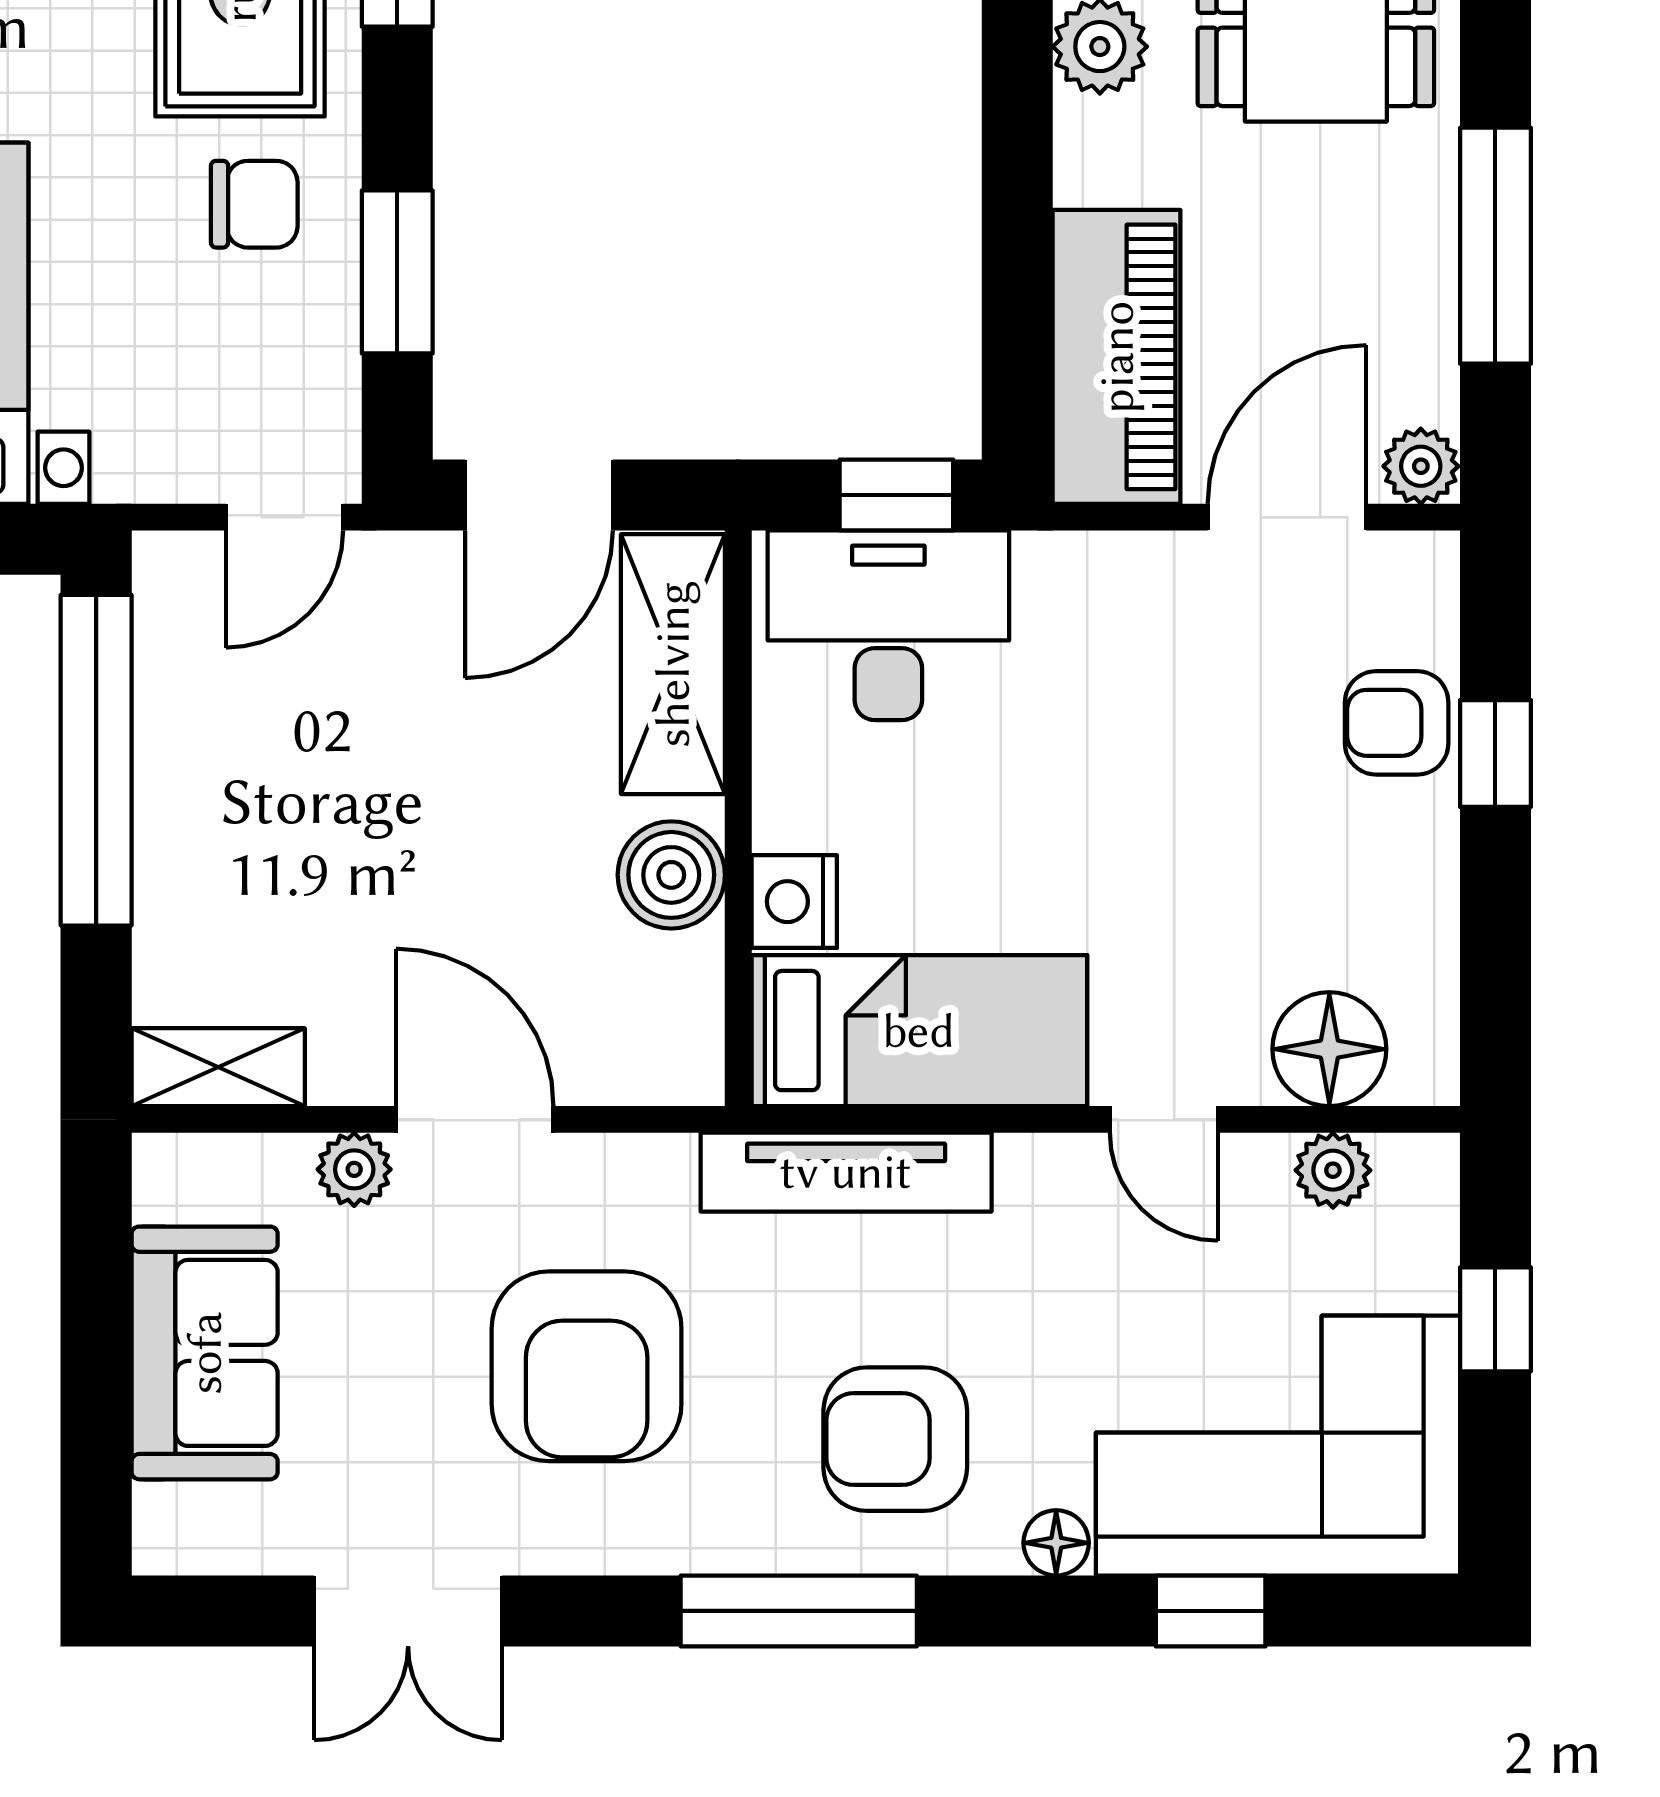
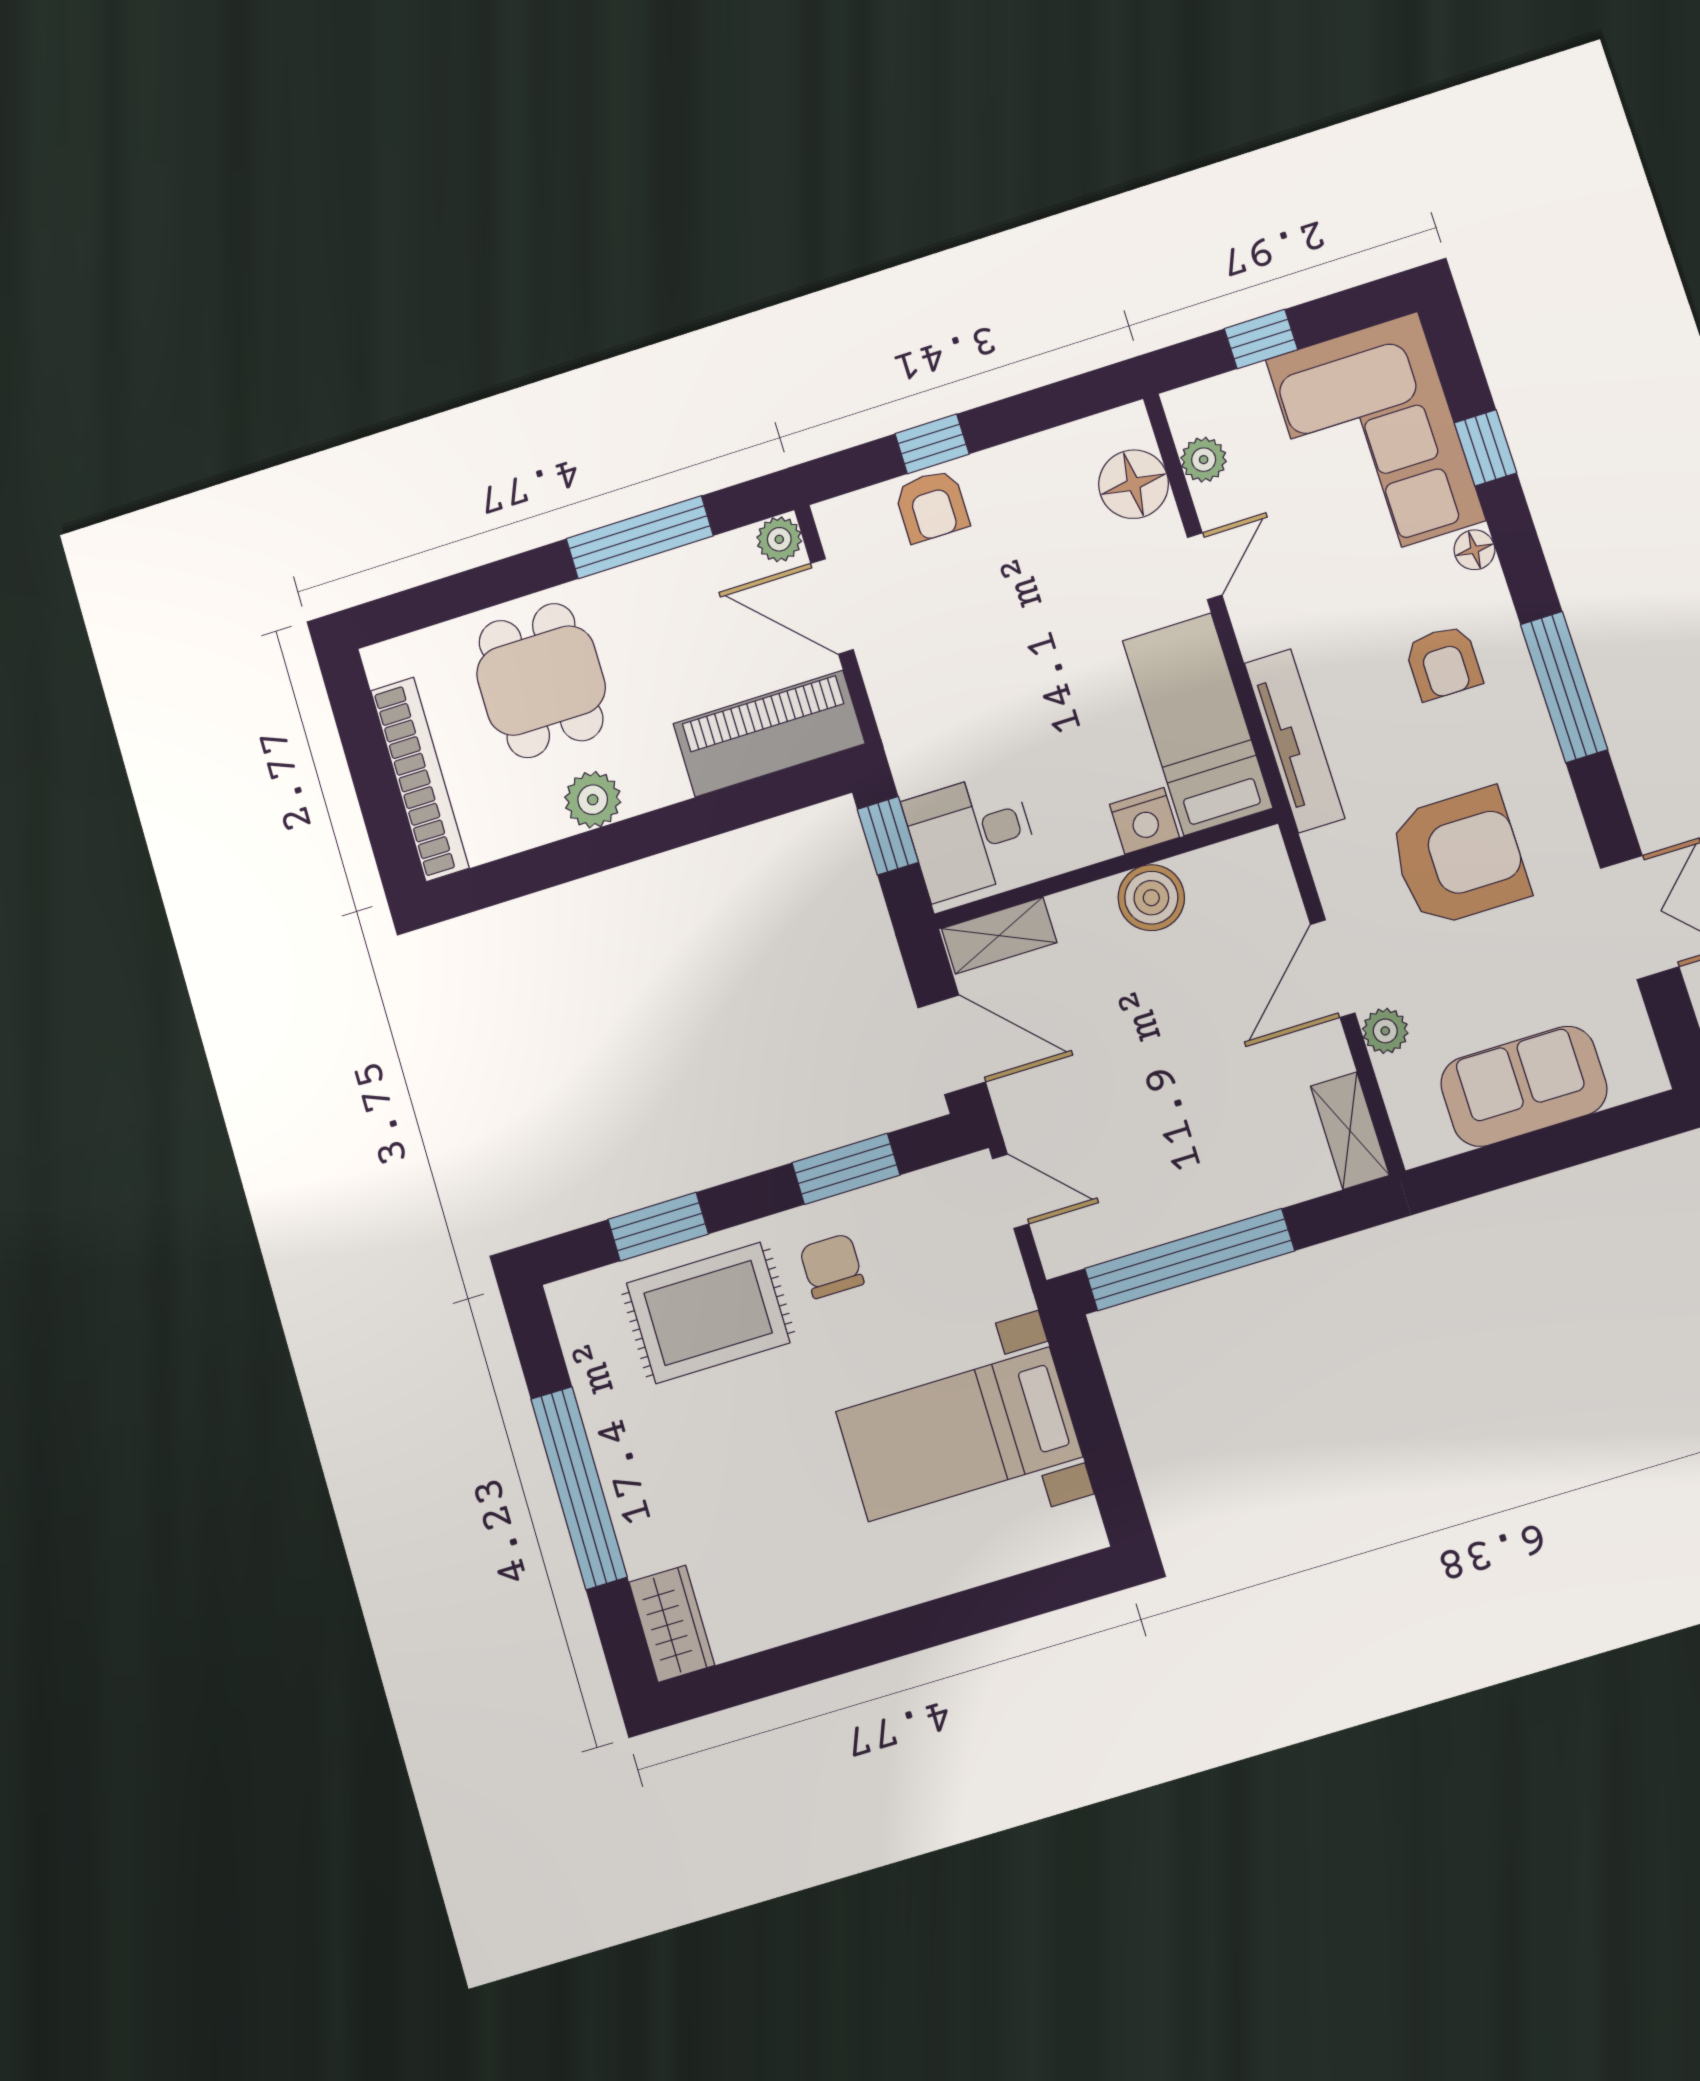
desk: (888, 625) -> (971, 836), width x0.73
shelving: (673, 664) -> (999, 936), width x0.67, depth x0.75
armchair: (895, 1439) -> (1443, 663), width x0.72, depth x0.72

